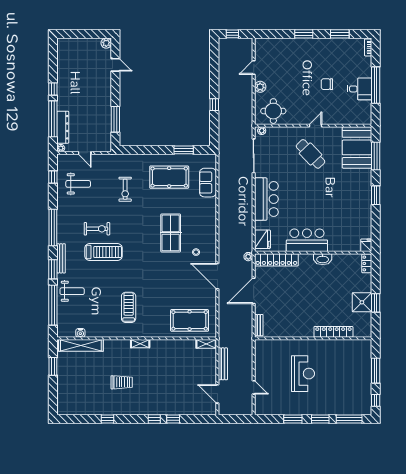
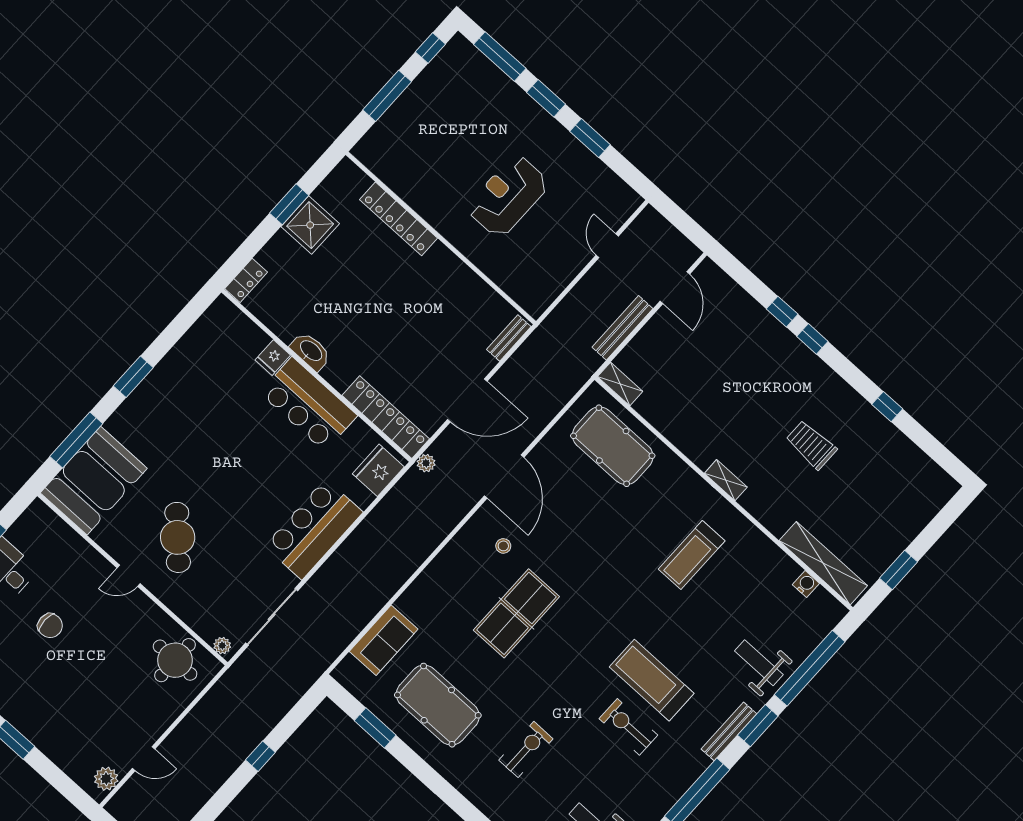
plant: (260, 87) -> (106, 779), moved
fridge: (366, 245) -> (273, 358), moved

